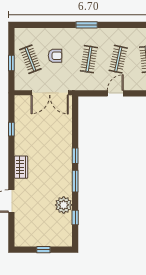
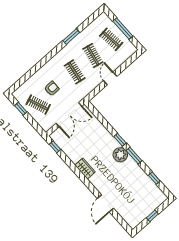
window: (87, 25) -> (71, 36), moved
window: (11, 63) -> (21, 109), moved
window: (11, 129) -> (55, 147), moved
wardrobe: (21, 167) -> (85, 168), moved
plant: (64, 205) -> (120, 155), moved

